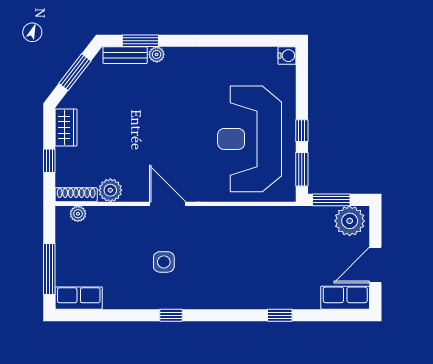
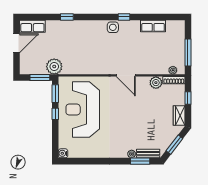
reception desk: (250, 139) -> (83, 110), turned 180
plant: (350, 221) -> (54, 66), moved
side table: (164, 262) -> (113, 27), moved
window: (49, 269) -> (188, 53), moved
row of seats: (79, 298) -> (153, 26), moved

